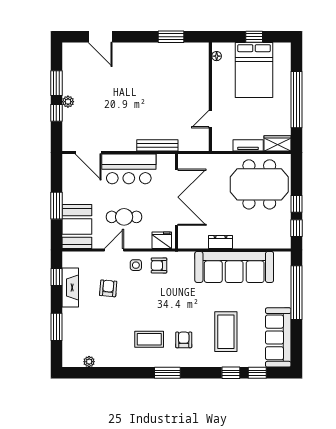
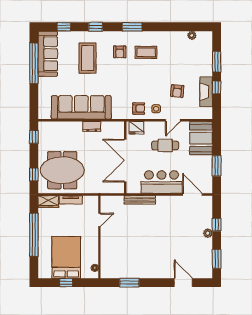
window: (56, 83) -> (217, 259), moved
window: (297, 204) -> (34, 174), moved
window: (56, 206) -> (217, 166), moved
window: (56, 277) -> (217, 87), moved
window: (297, 293) -> (34, 63), moved
window: (231, 373) -> (96, 27), moved

